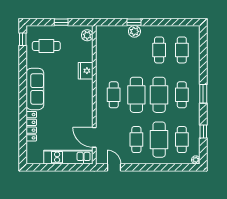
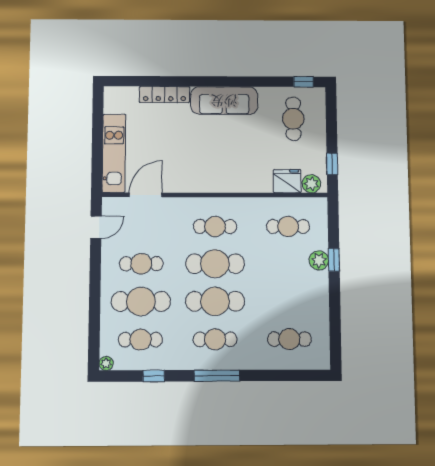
window: (61, 22) -> (332, 164), moved
cafe table: (159, 50) -> (288, 226), moved
fridge: (86, 71) -> (287, 181), moved
window: (203, 94) -> (217, 376), width x1.44

